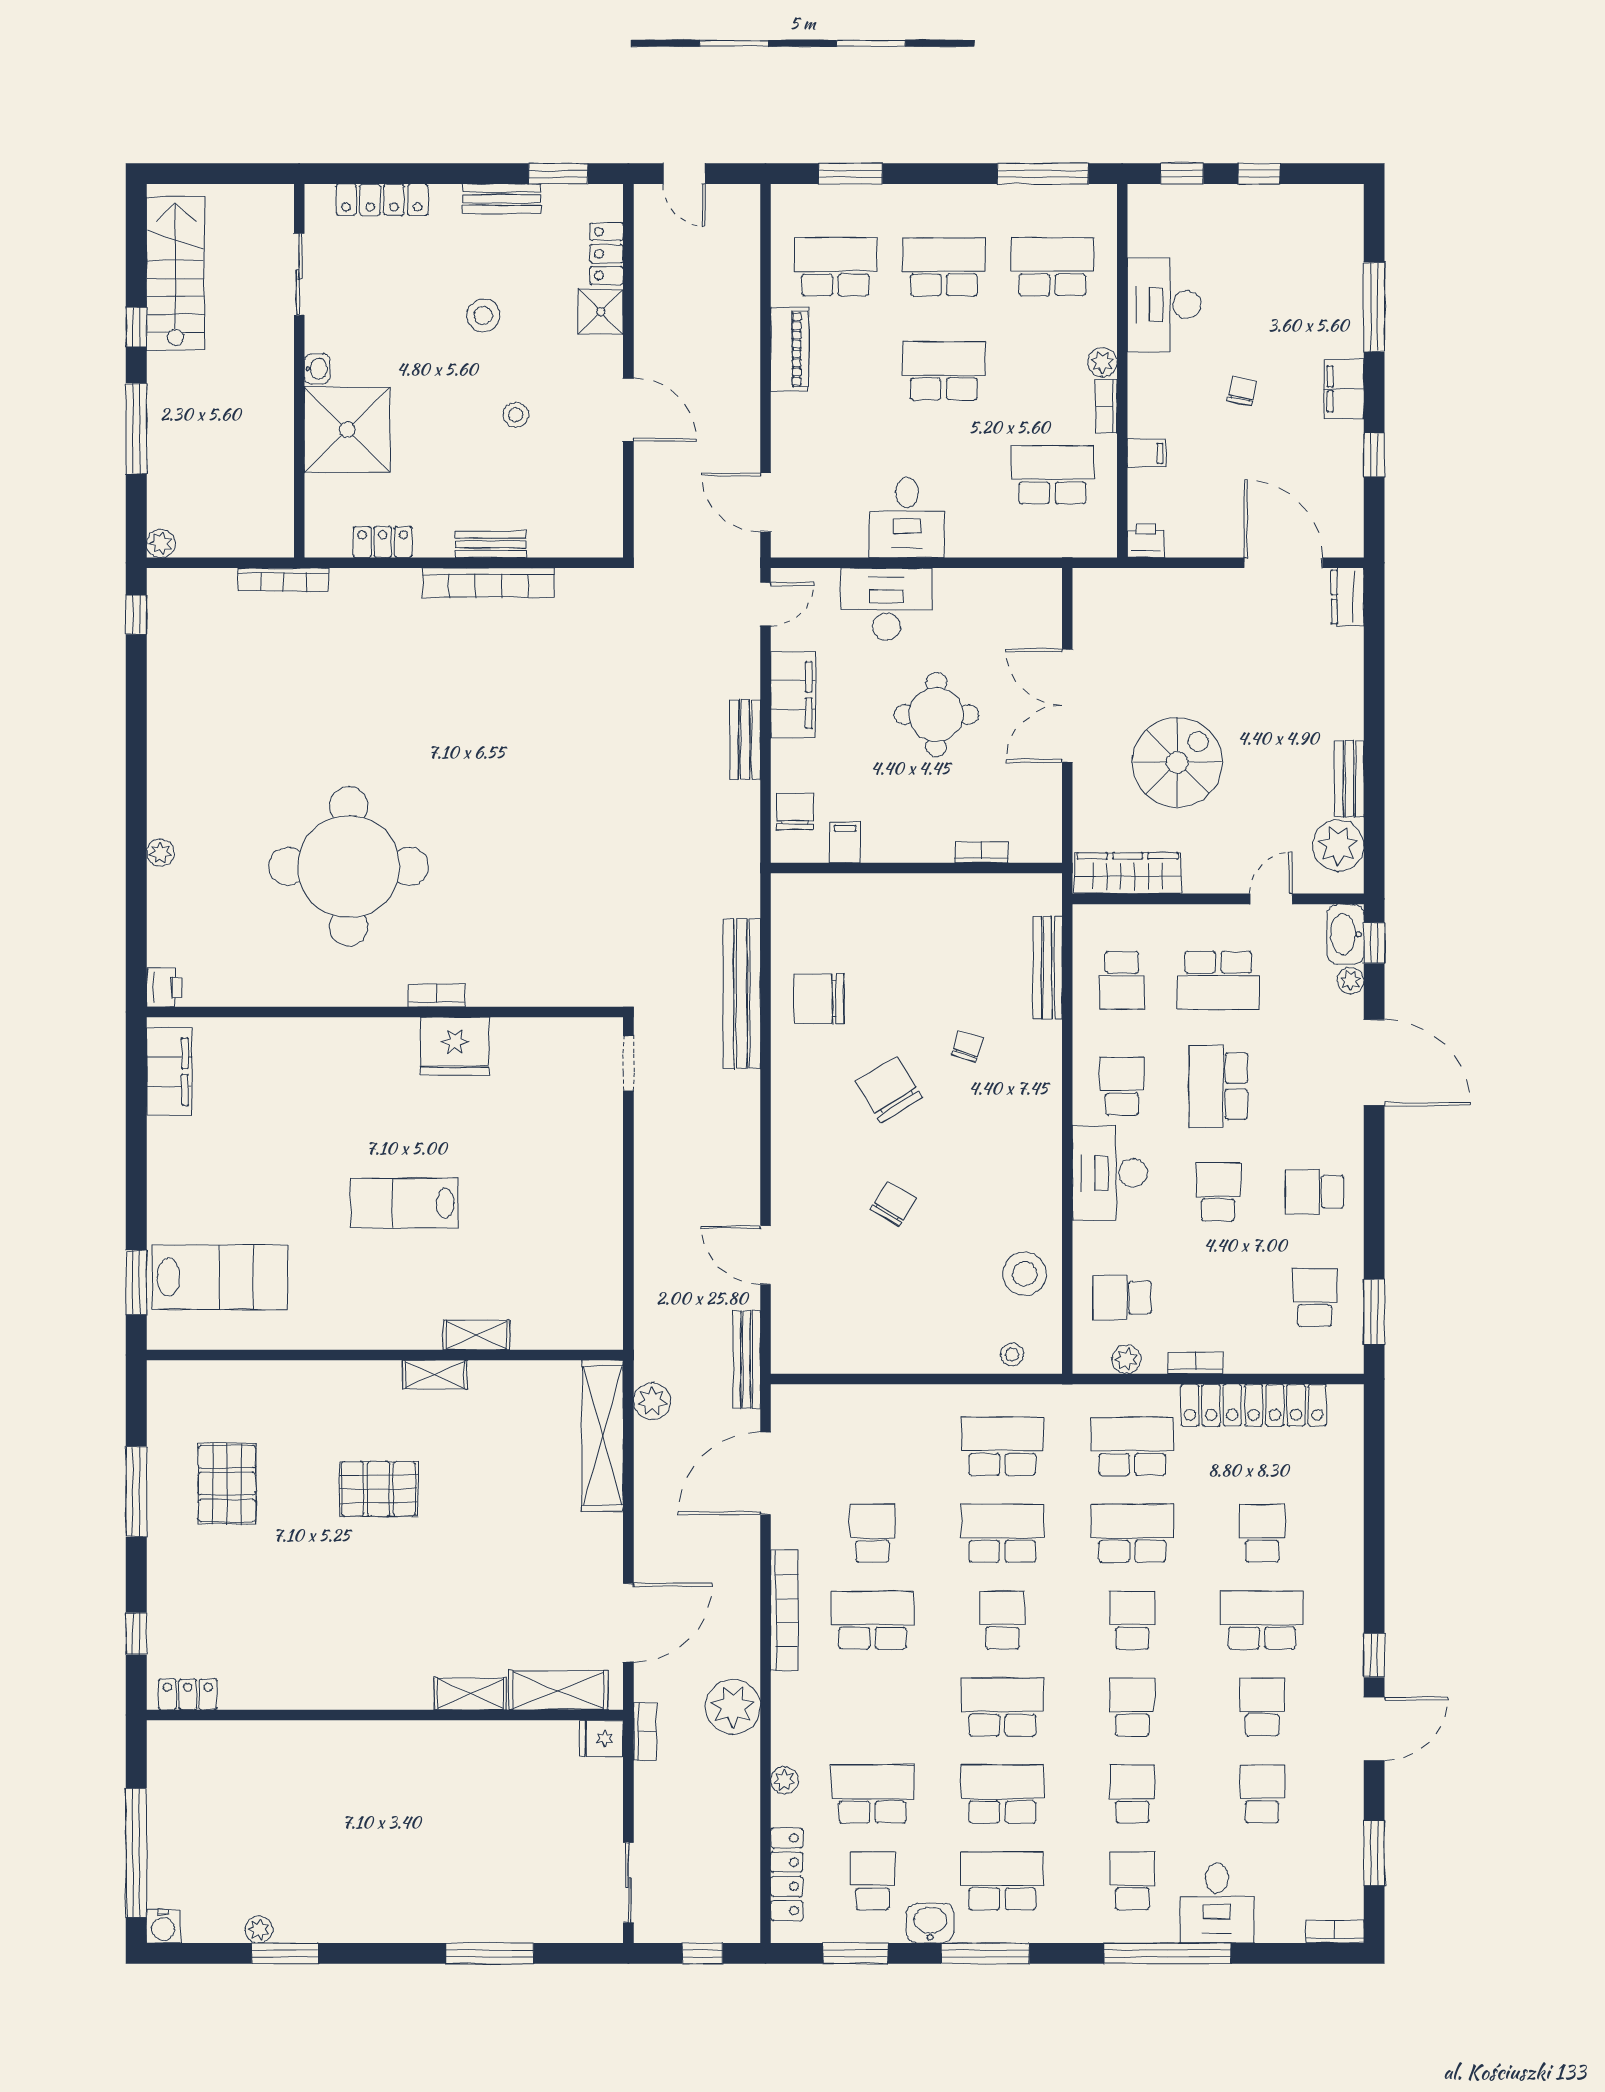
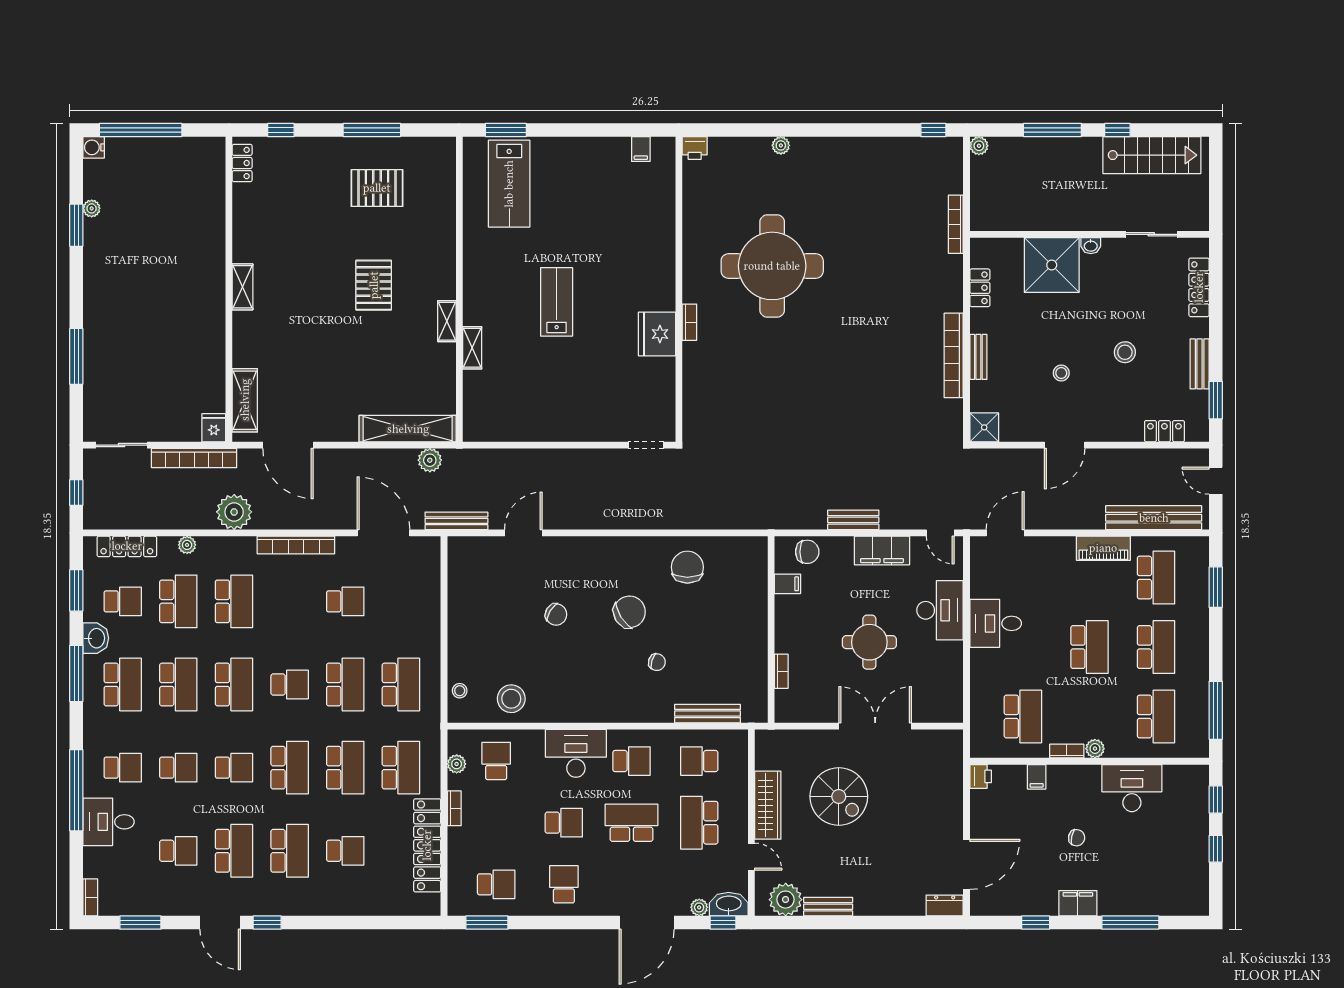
door: (684, 174) -> (1216, 481), hinge flipped
shower: (601, 312) -> (984, 427), moved
wardrobe: (1128, 873) -> (768, 805), moved
bench: (742, 994) -> (1154, 518), moved
filing cabinet: (169, 1072) -> (641, 149), width x0.33, depth x0.86
school desk: (872, 1620) -> (234, 601), moved
school desk: (1132, 1620) -> (290, 768), width x1.85
shelving: (470, 1694) -> (242, 287), moved
school desk: (1262, 1707) -> (234, 851), width x1.85
bookcase: (645, 1732) -> (194, 458), width x2.31, depth x1.31

